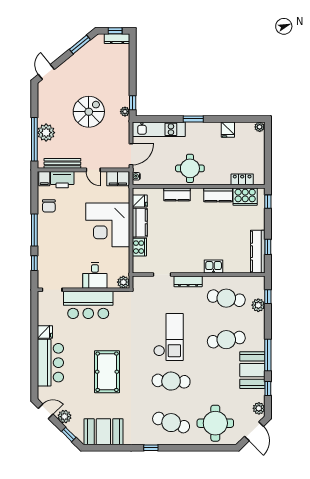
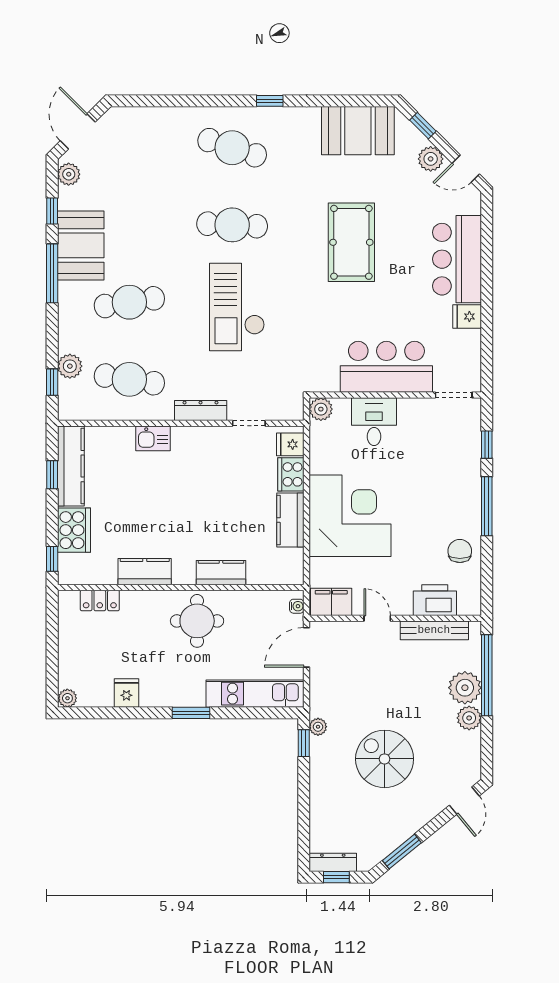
spiral stairs: (89, 112) -> (385, 759), moved, turned 90
plant: (44, 116) -> (469, 718), added
filing cabinet: (44, 179) -> (468, 602), removed
cooker: (245, 197) -> (74, 530), moved, turned 90
fridge: (140, 201) -> (290, 444), moved
round table: (215, 423) -> (150, 147), removed

